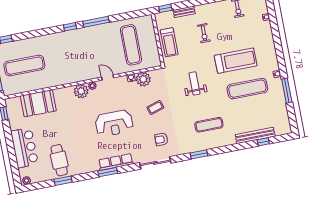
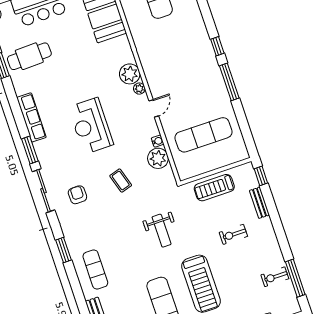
weight bench: (195, 83) -> (162, 231), turned 90
exercise mat: (209, 125) -> (95, 270), moved
row of seats: (116, 162) -> (31, 117), moved
window: (108, 172) -> (30, 150), moved

